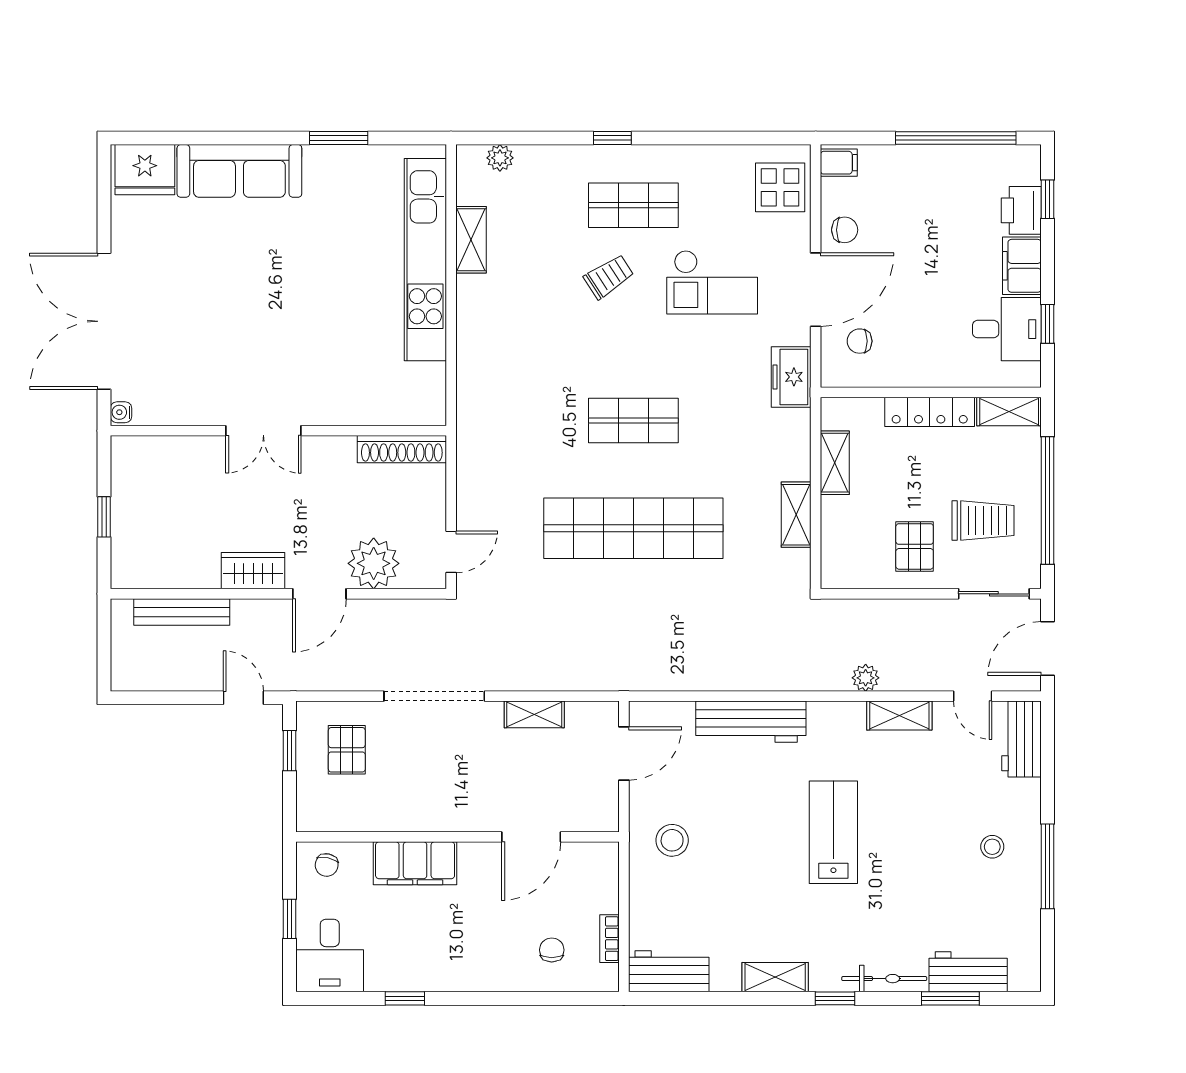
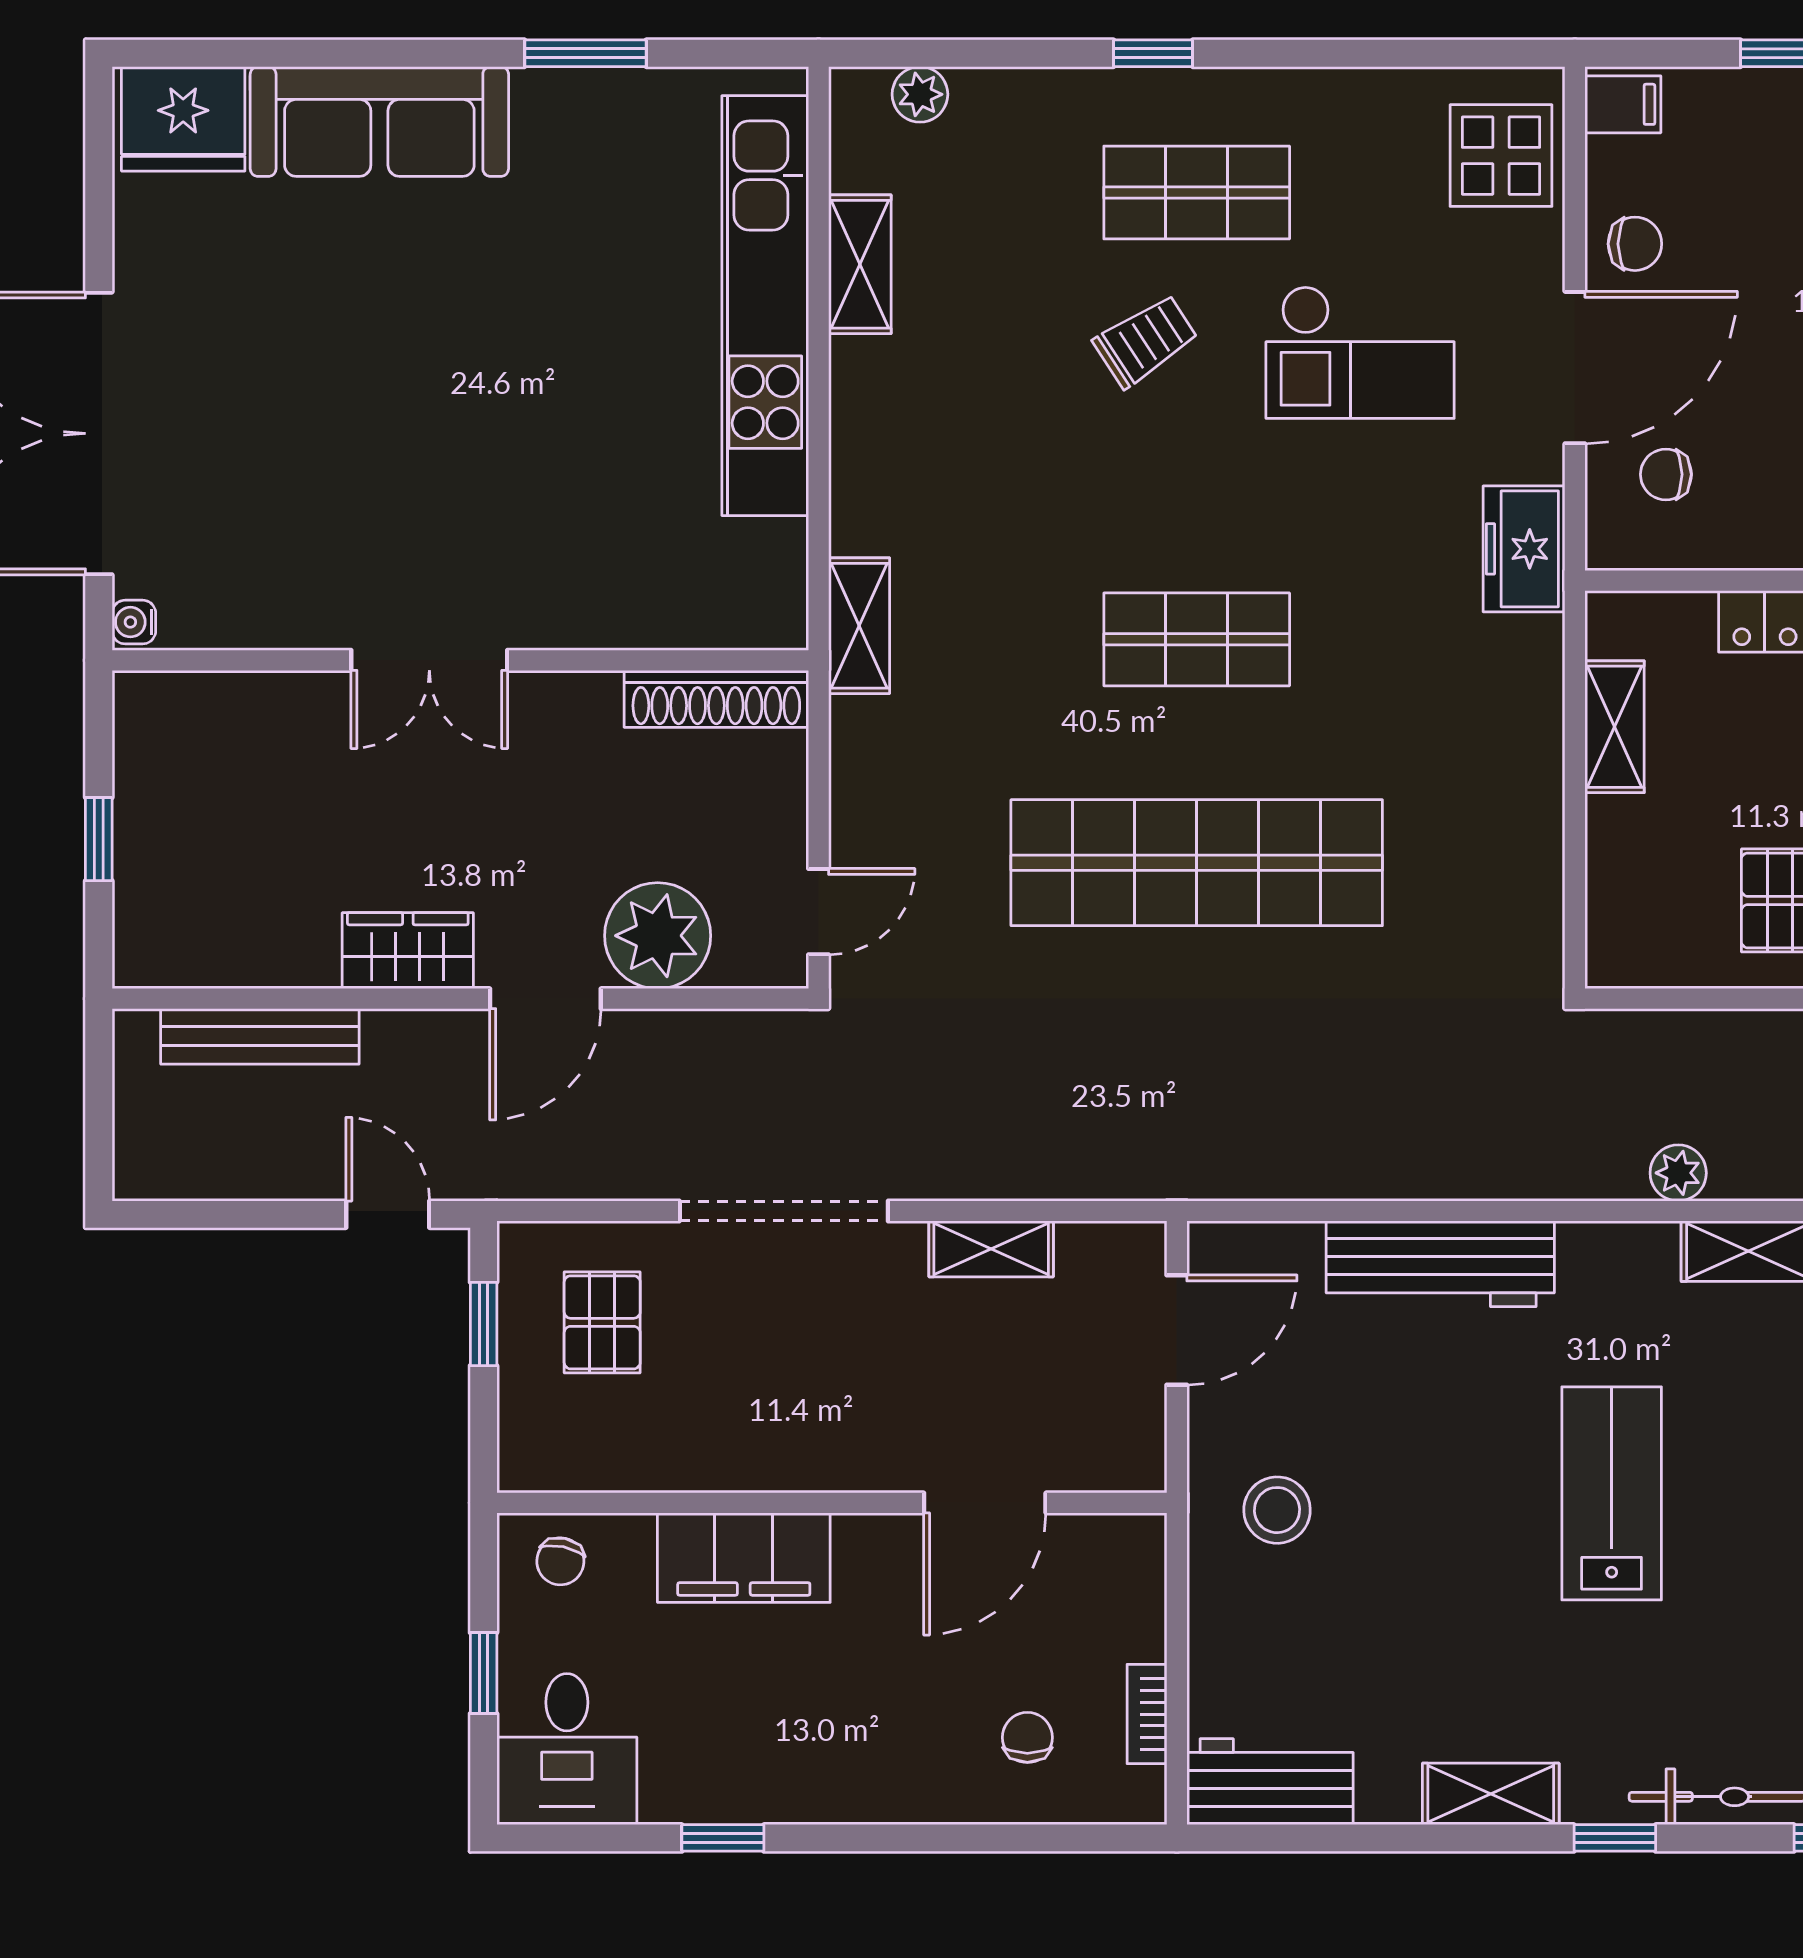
shelving: (796, 515) -> (859, 626), moved

